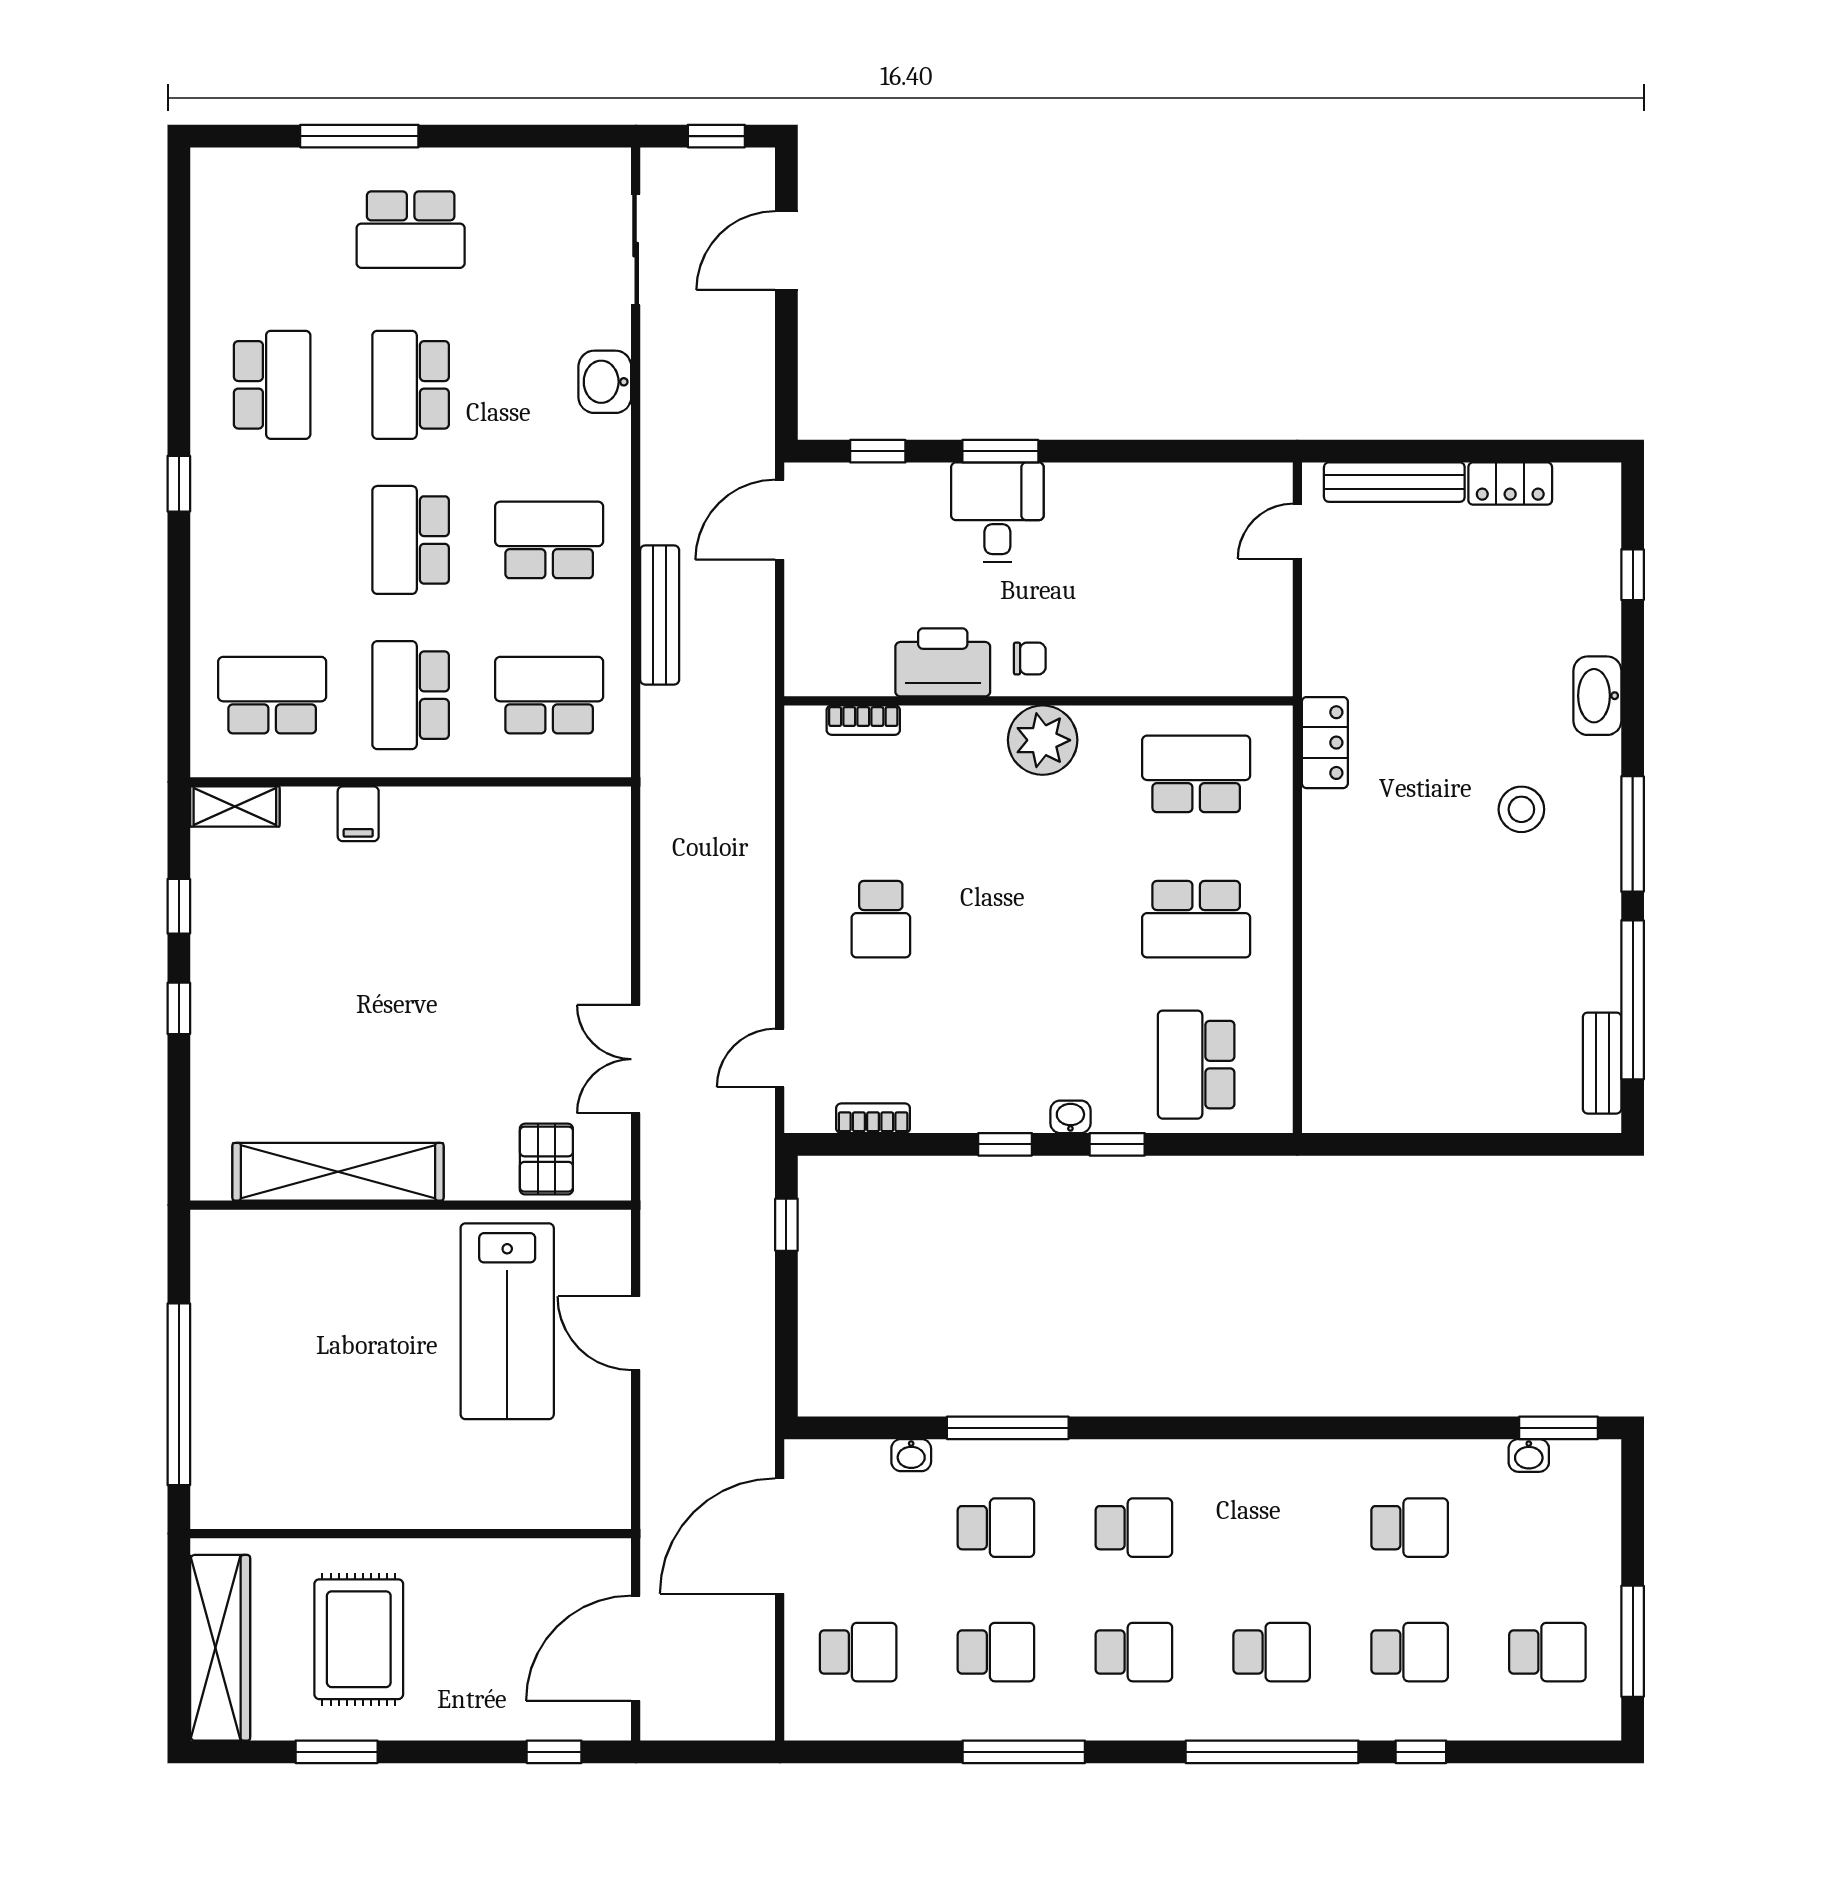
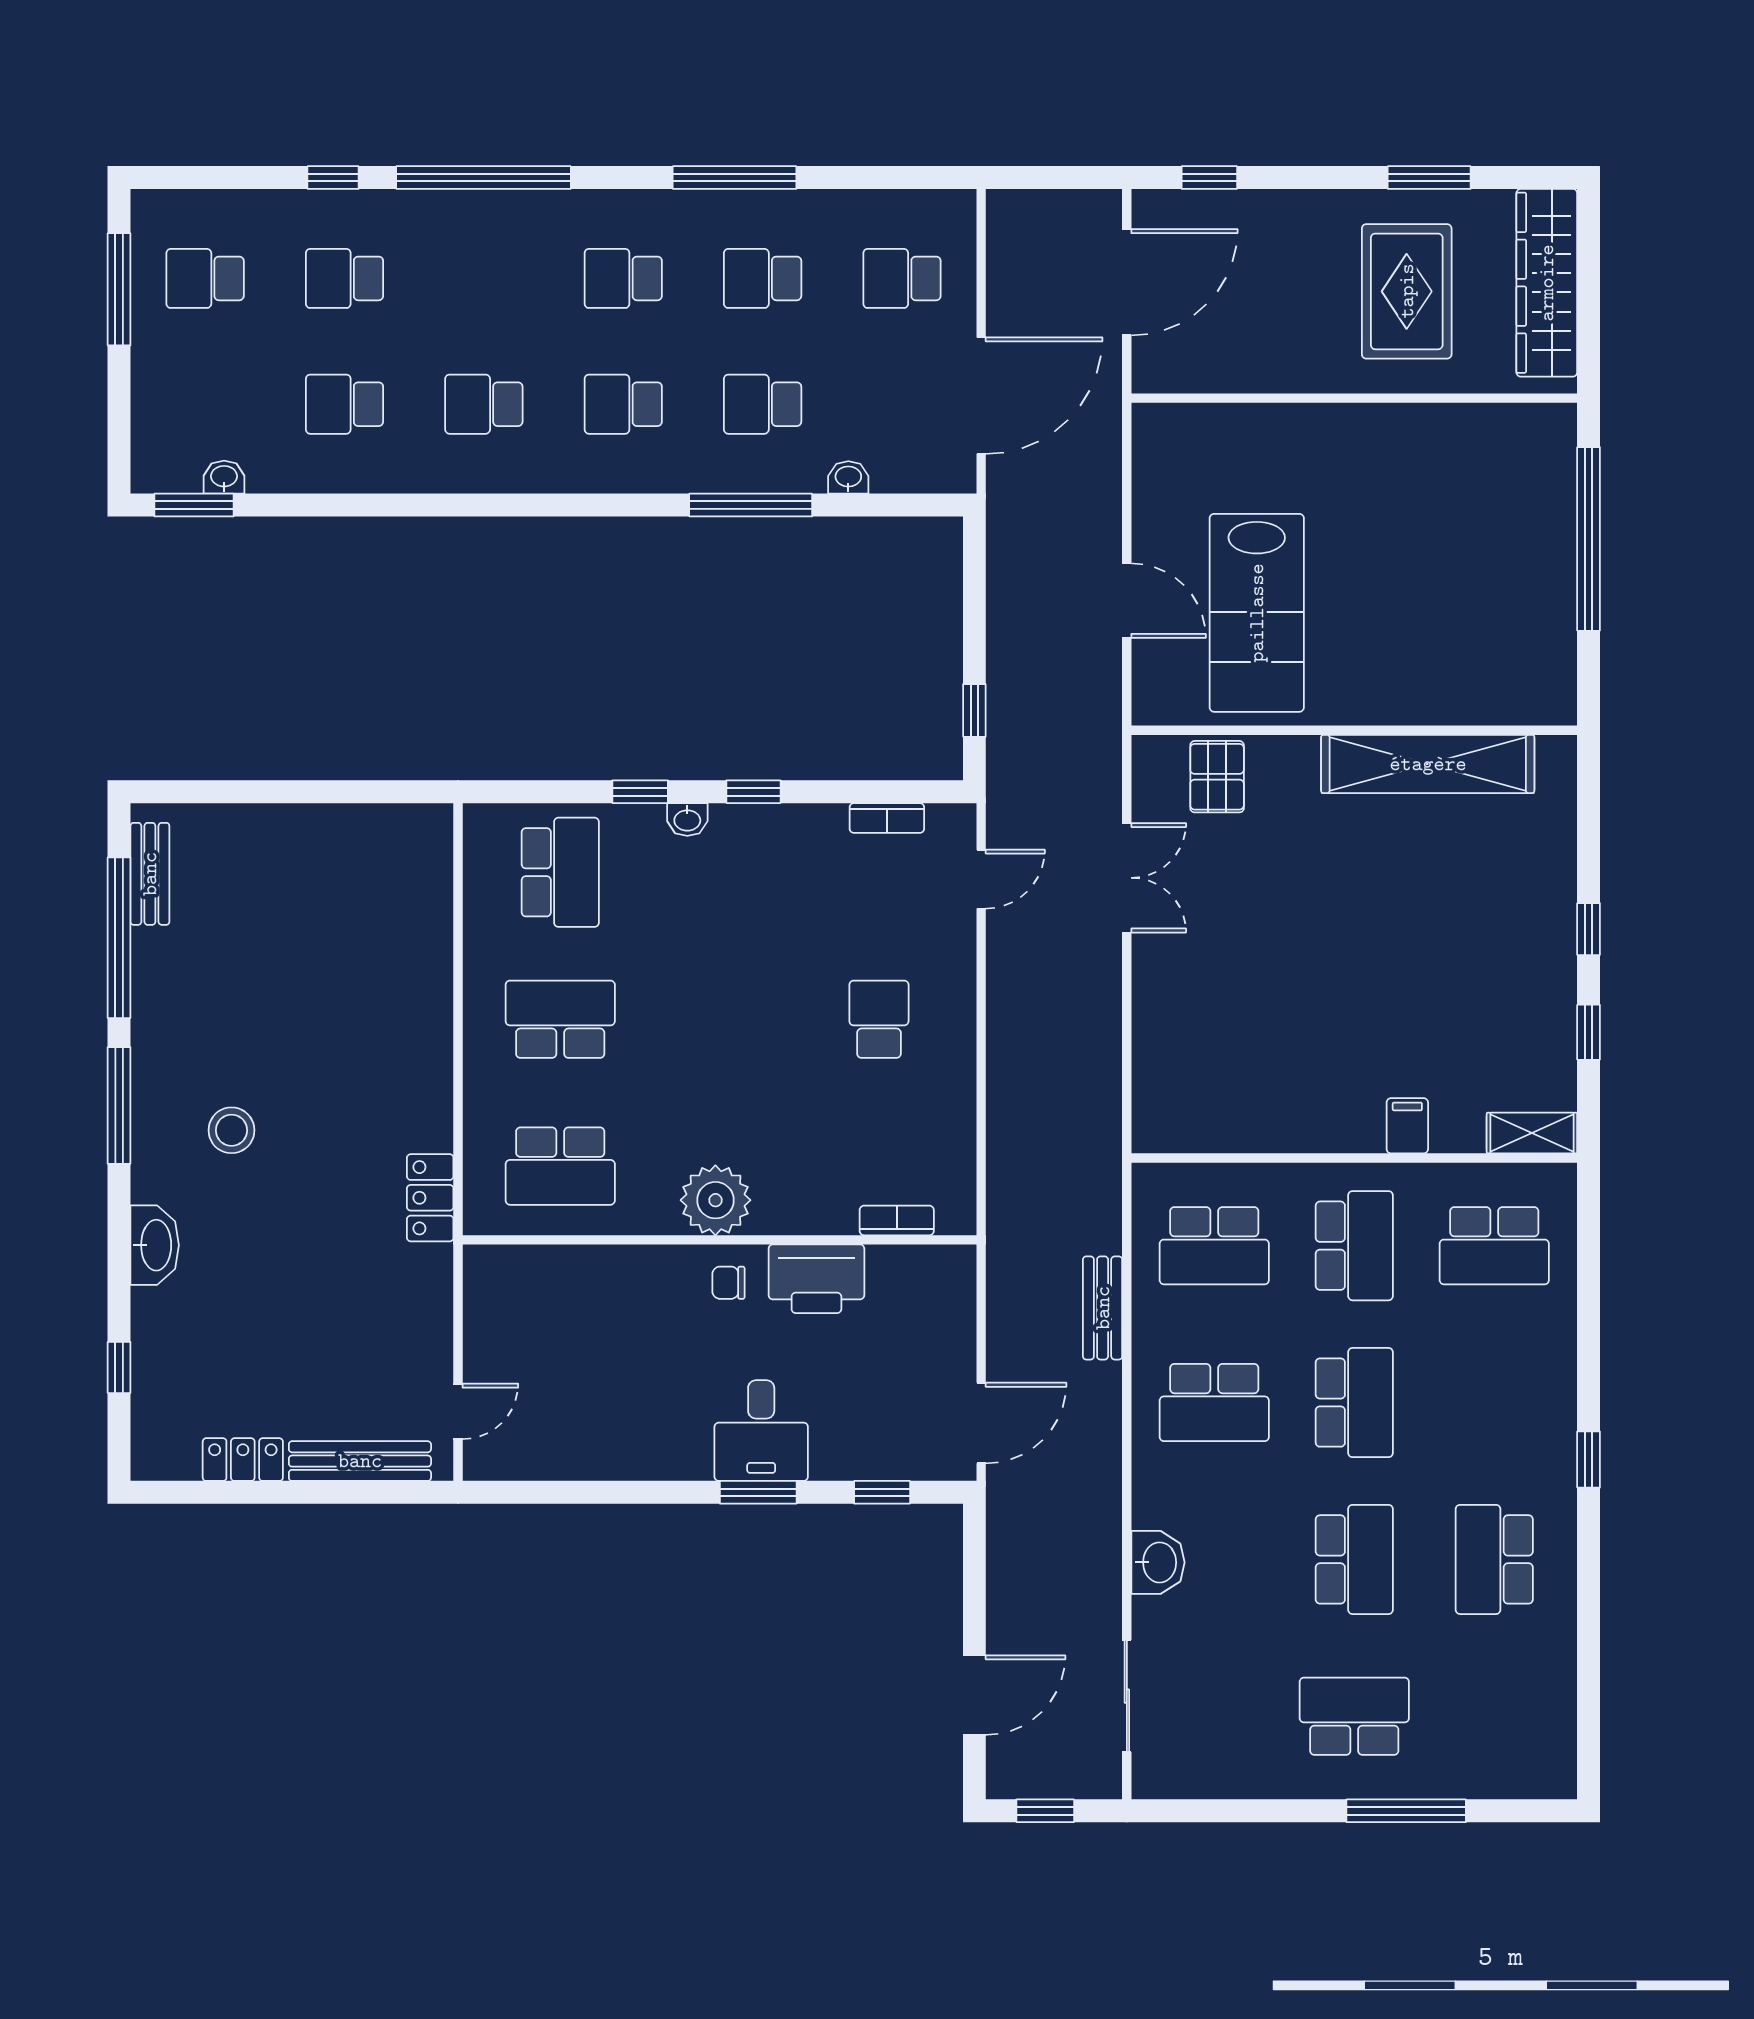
bench: (660, 615) -> (1103, 1308), width x0.73
lab bench: (507, 1321) -> (1257, 613), turned 180
school desk: (1272, 1652) -> (484, 404), moved

